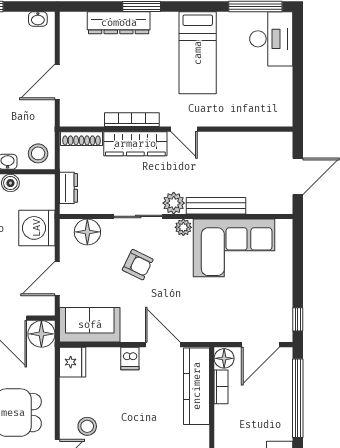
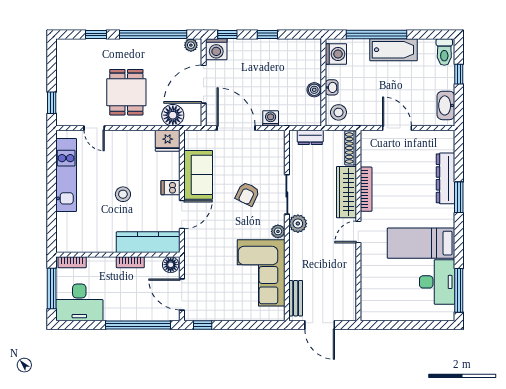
washbasin: (38, 19) -> (446, 105), width x1.91, depth x1.45
desk: (271, 39) -> (437, 282), moved, turned -90
bench: (216, 206) -> (296, 298), moved, width x0.73
washing machine: (37, 228) -> (271, 118), width x0.53, depth x0.53
floor lamp: (87, 232) -> (274, 153), removed
door: (57, 278) -> (236, 128), width x1.36
sofa: (90, 325) -> (198, 175), moved
floor lamp: (41, 334) -> (173, 115), moved
bookcase: (221, 387) -> (130, 262), moved
stool: (87, 426) -> (123, 194), moved

